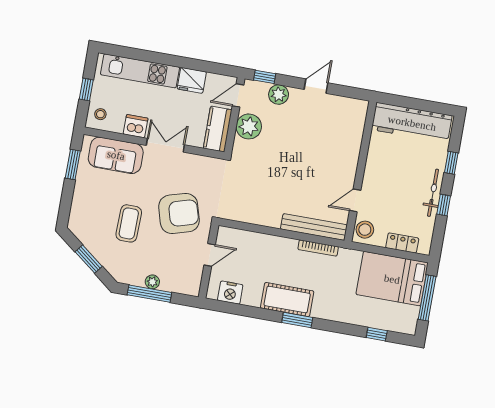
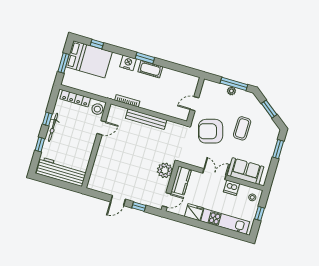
window: (265, 77) -> (139, 207), moved
plant: (279, 95) -> (142, 198), removed
plant: (249, 126) -> (165, 170), moved
double door: (165, 145) -> (214, 174), swing flipped
window: (73, 165) -> (278, 149), moved
bench: (314, 227) -> (146, 119), moved
locker: (402, 243) -> (75, 98), width x1.53
bed: (392, 279) -> (89, 59), moved
nightstand: (230, 293) -> (128, 63), moved
window: (427, 298) -> (64, 63), width x0.69
cot: (287, 300) -> (150, 69), width x0.73, depth x0.75

